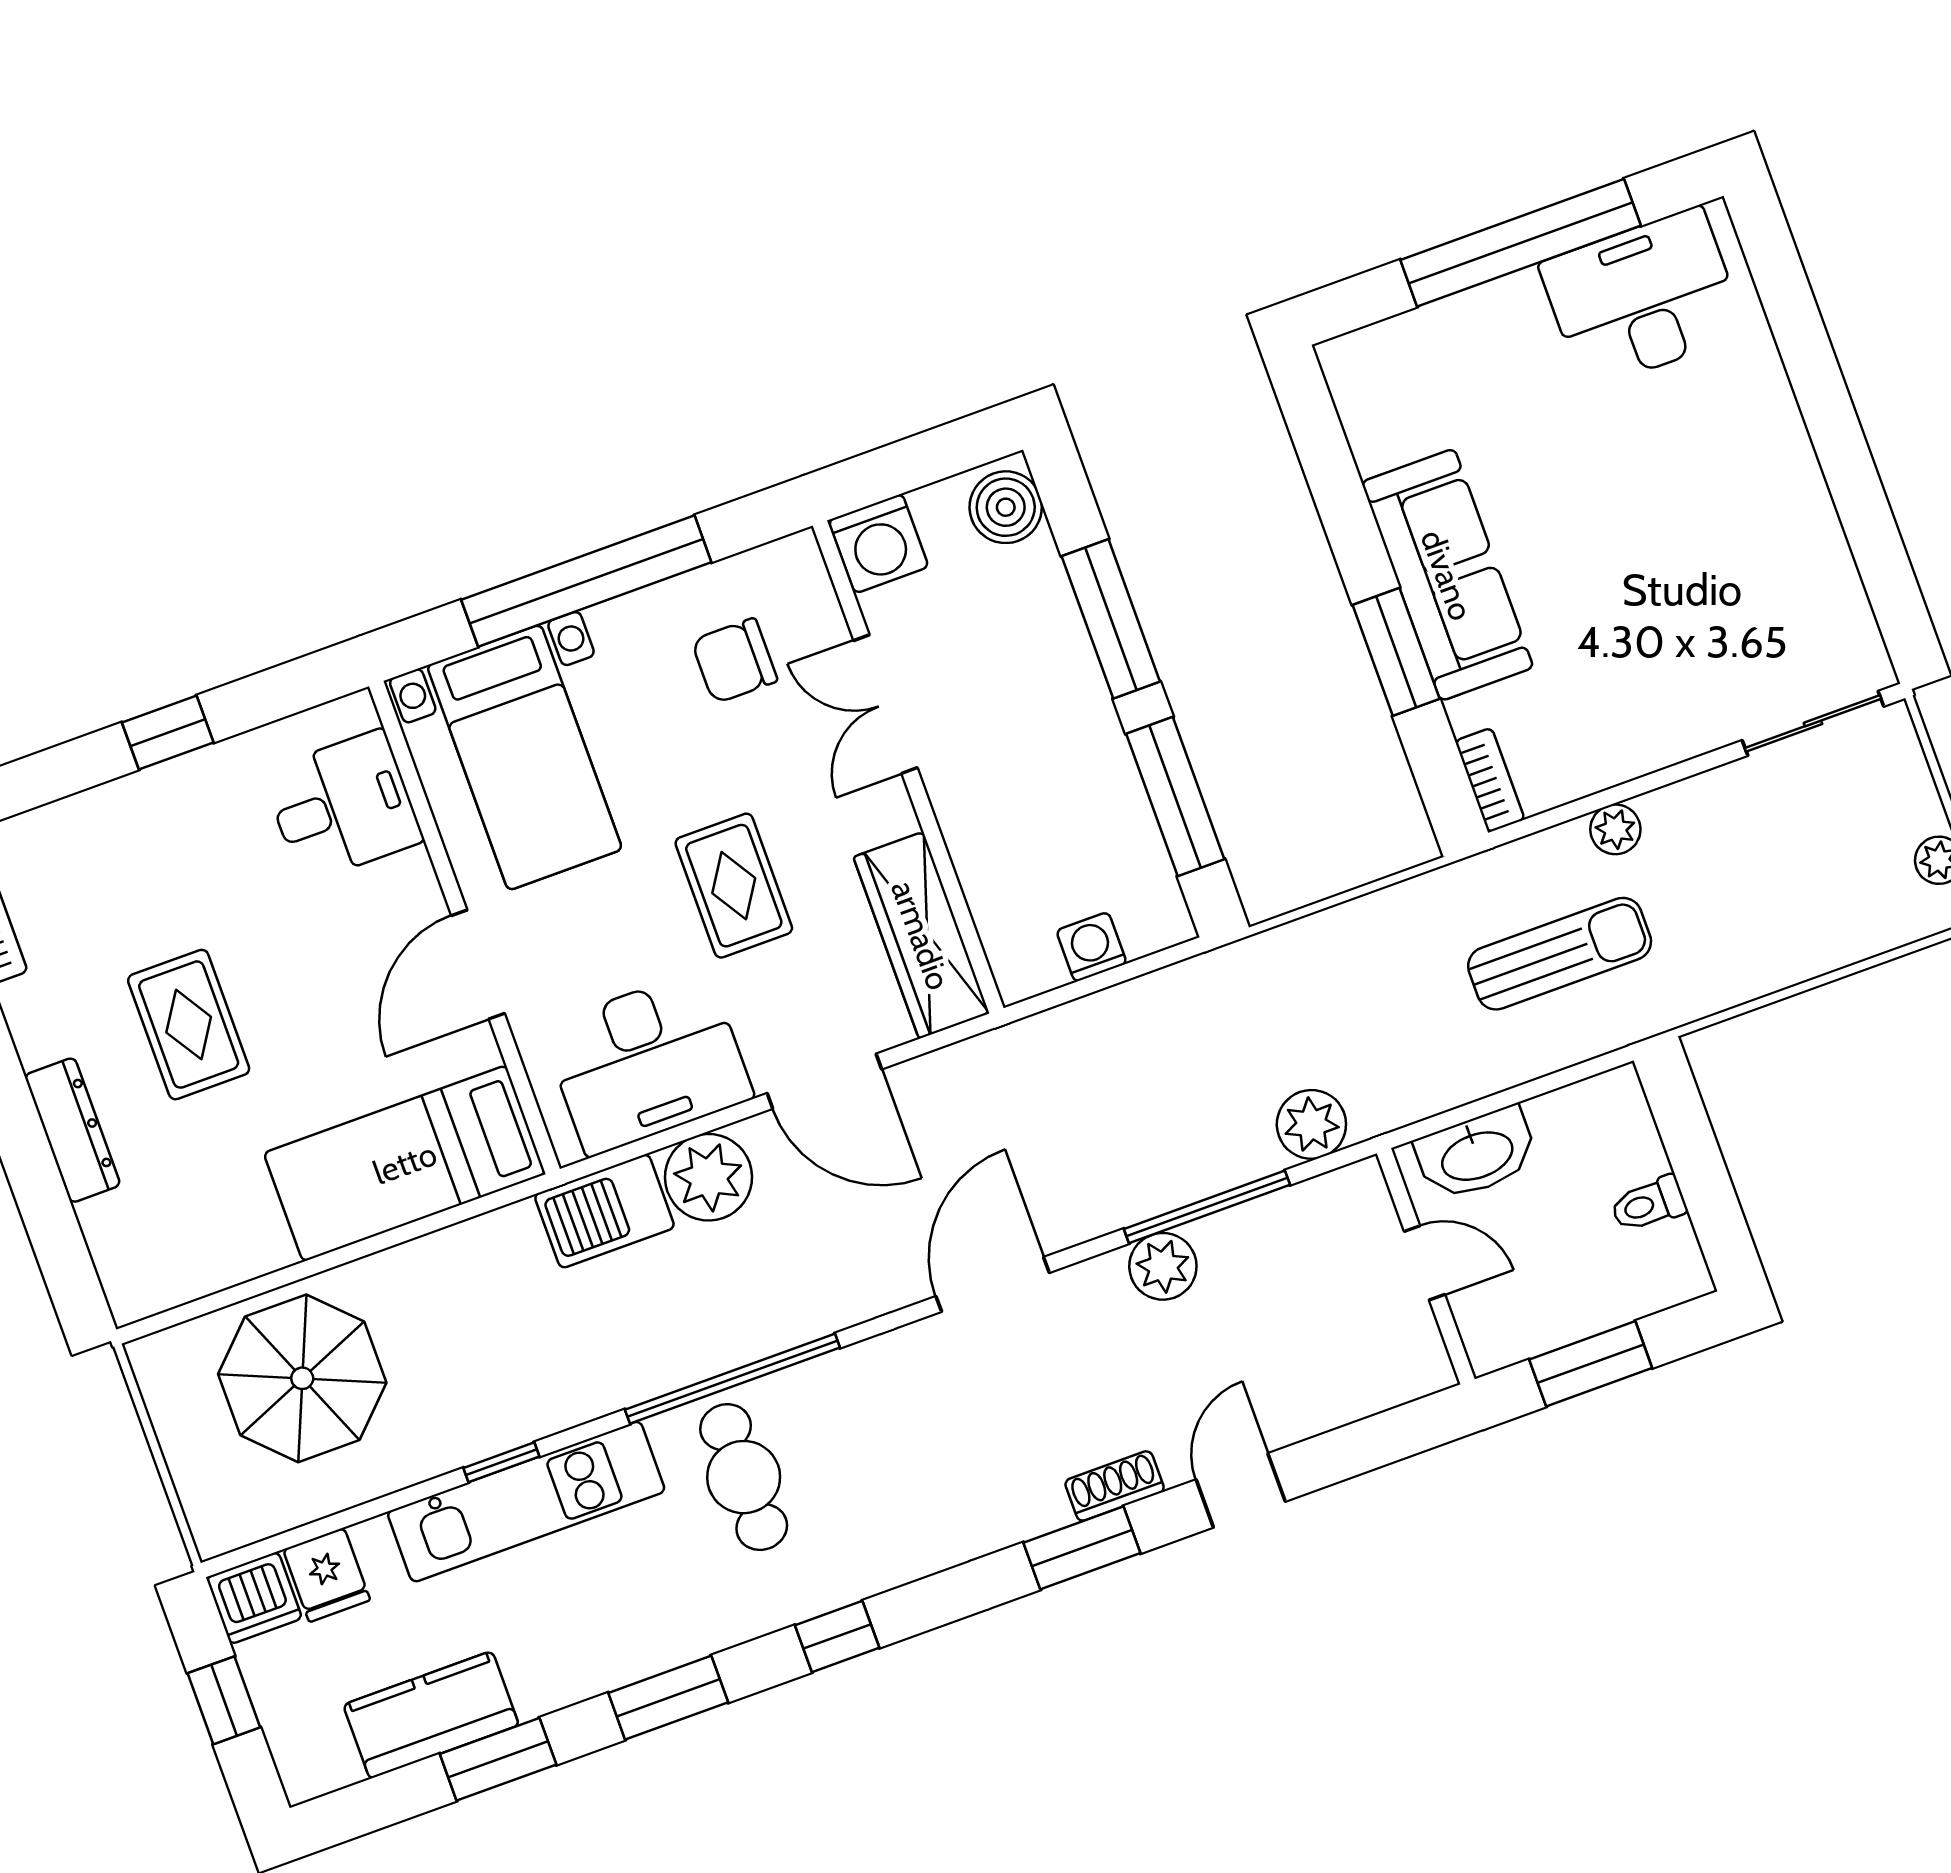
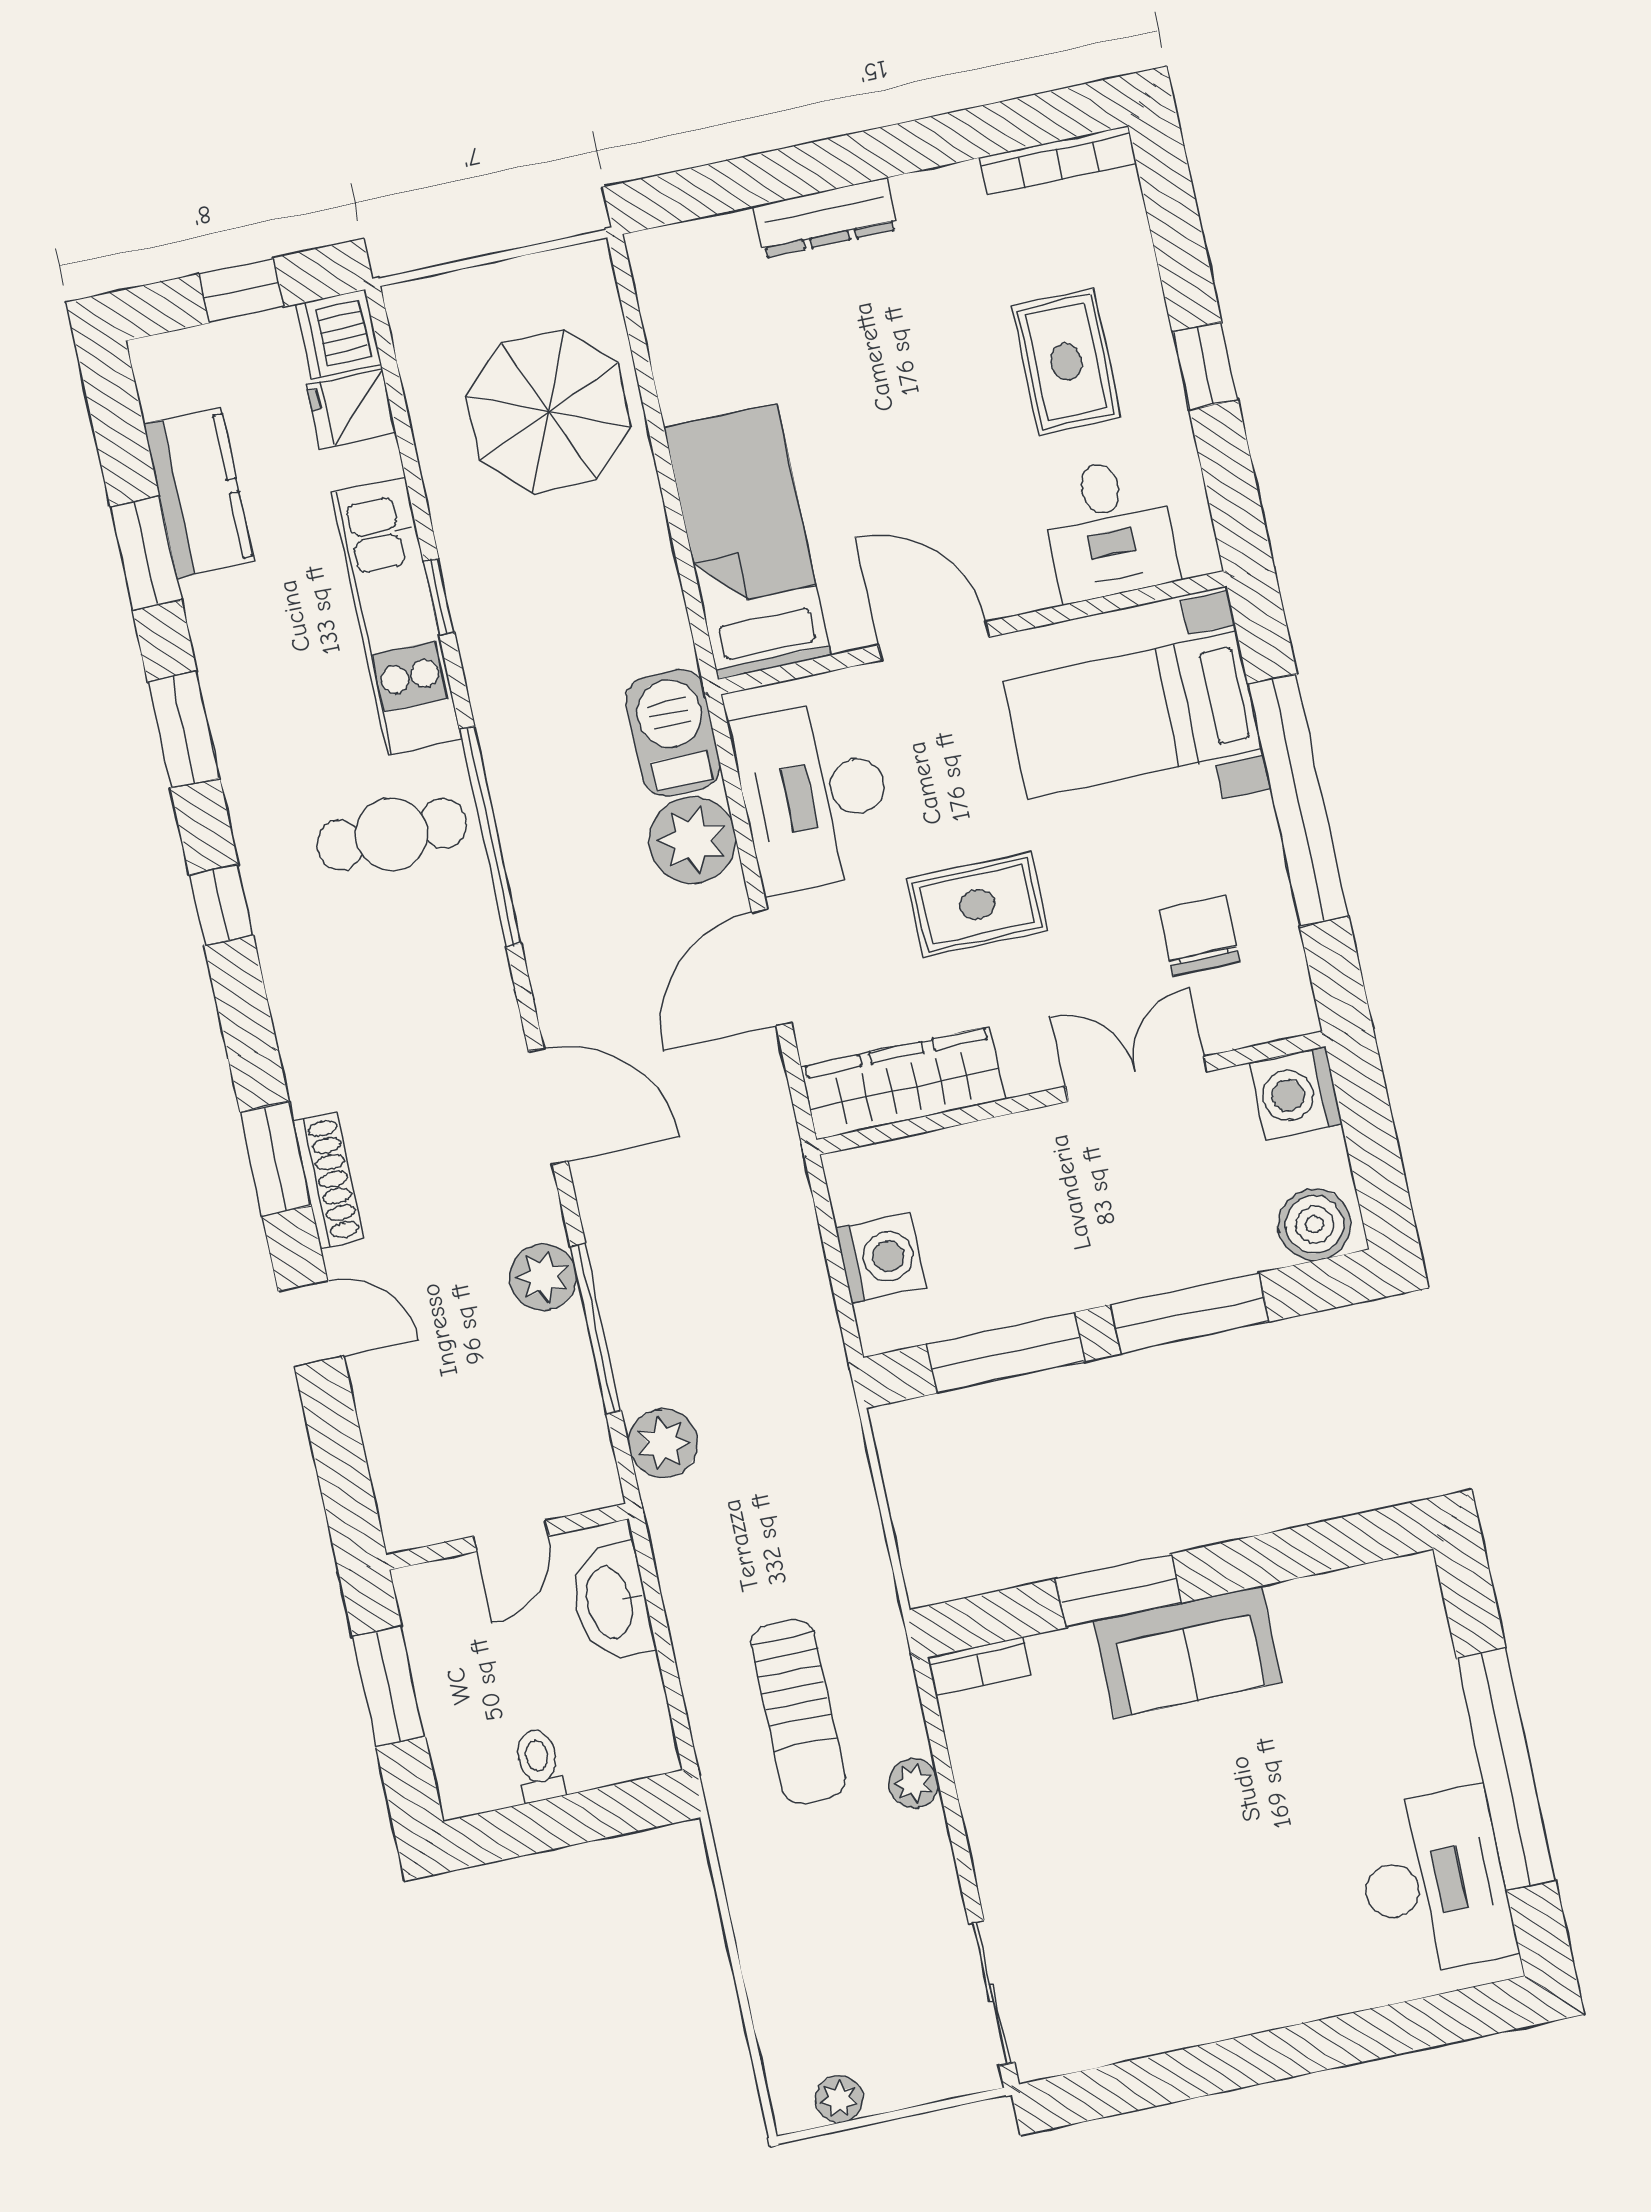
sofa: (1447, 575) -> (1188, 1652), width x0.73
washing machine: (1092, 947) -> (881, 1258), width x1.38, depth x1.38
rug: (189, 1025) -> (1066, 362), moved, turned 90
shoe rack: (1115, 1486) -> (328, 1180), width x1.43

